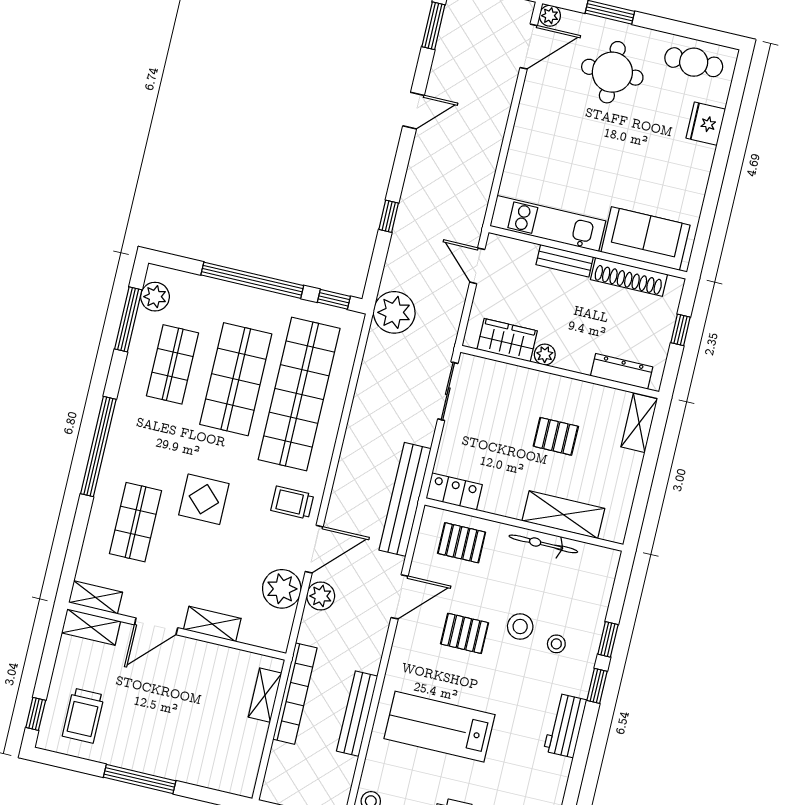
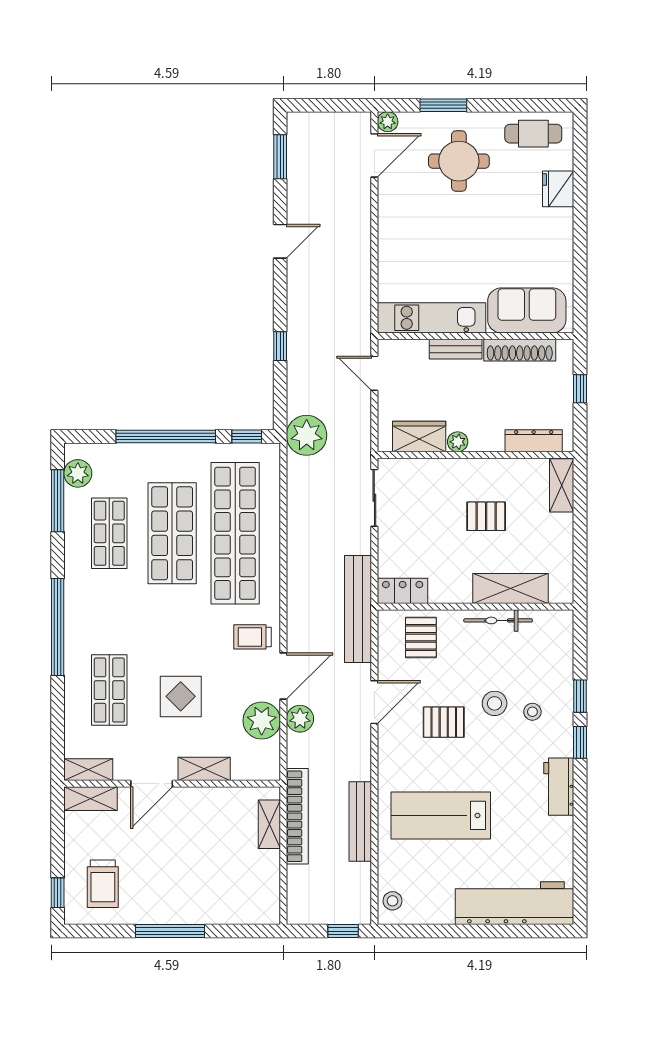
display table: (204, 499) -> (181, 696), moved
pallet: (462, 543) -> (421, 637), turned 90

